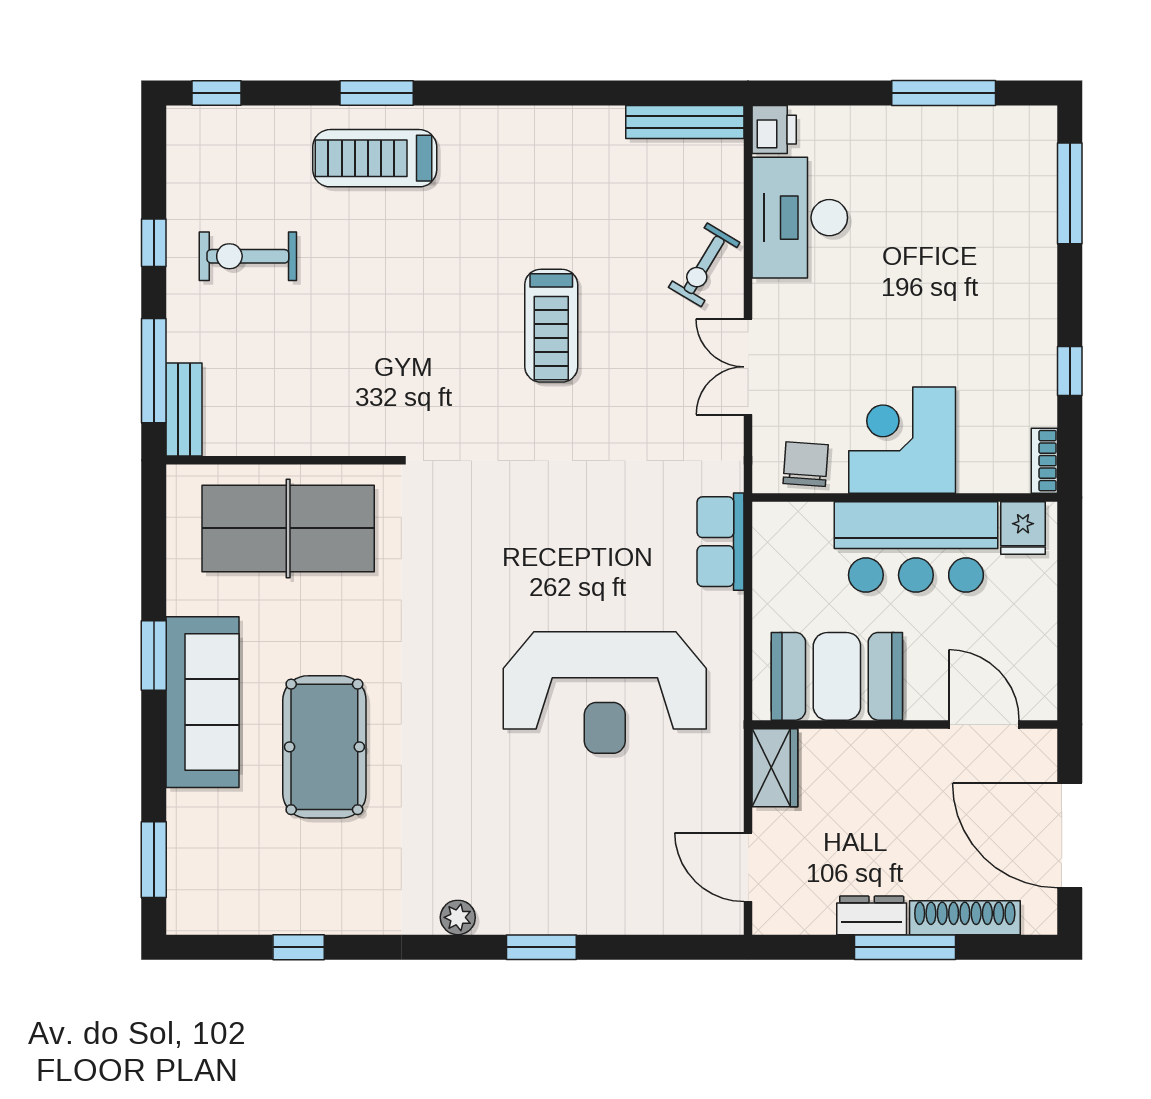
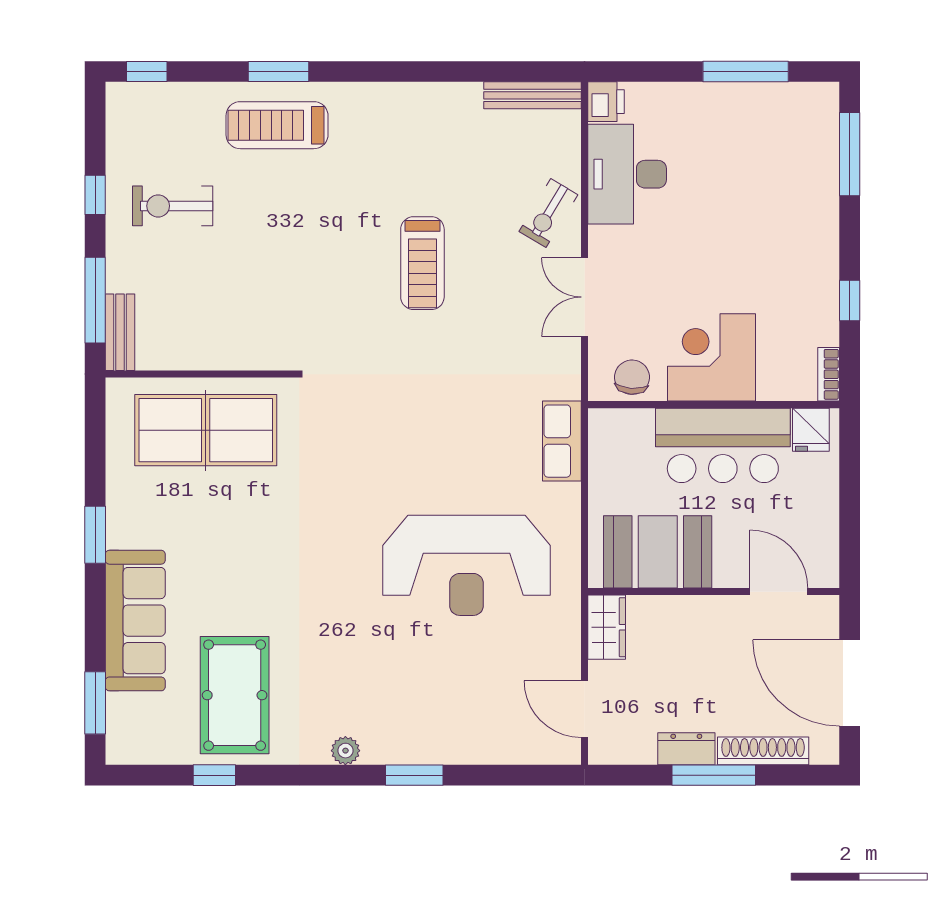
sofa: (203, 702) -> (135, 621), moved
pool table: (324, 747) -> (235, 695), moved

